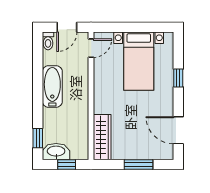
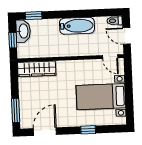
window: (138, 164) -> (16, 110), moved

